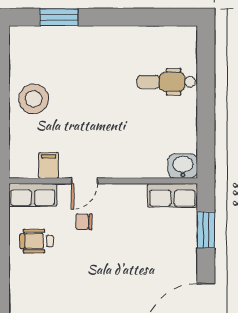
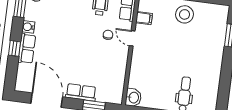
row of seats: (173, 195) -> (81, 92), moved, turned 90

